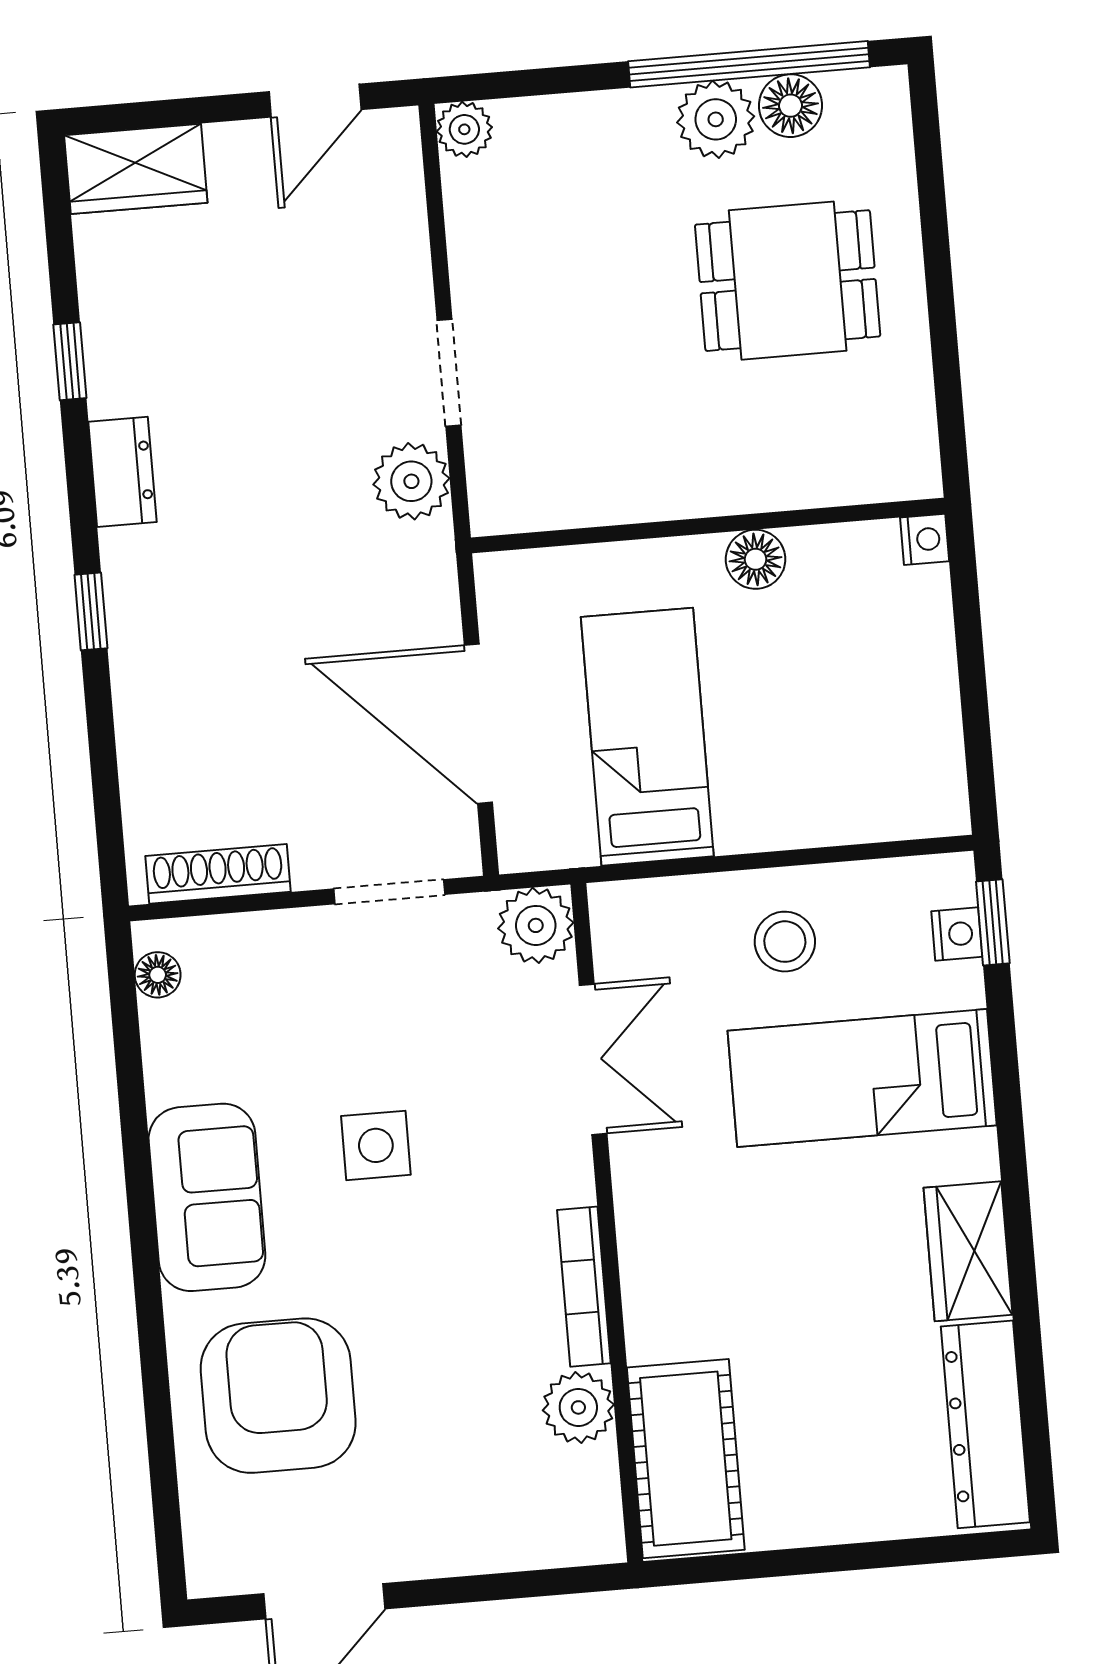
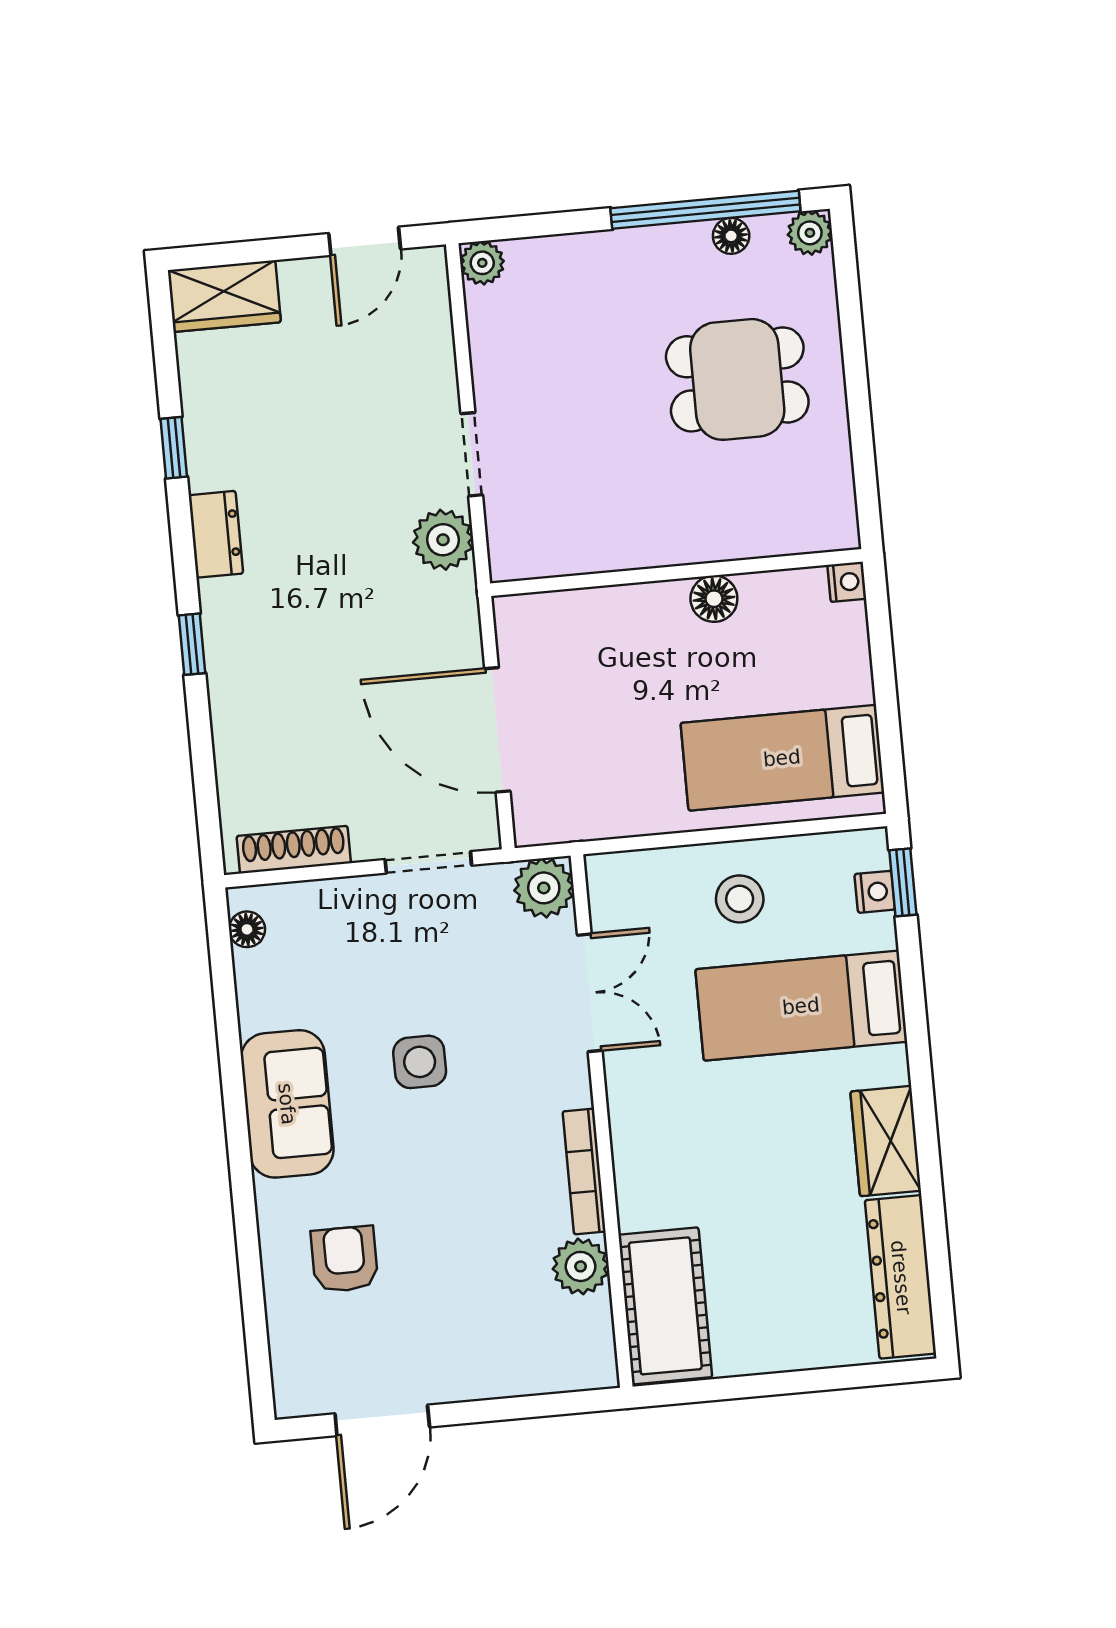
floor lamp: (790, 106) -> (731, 236), width x0.73, depth x0.73
plant: (716, 119) -> (810, 233), moved, width x0.73, depth x0.73
bed: (647, 737) -> (782, 758), moved, turned -90
armchair: (278, 1396) -> (345, 1259), width x0.53, depth x0.53

